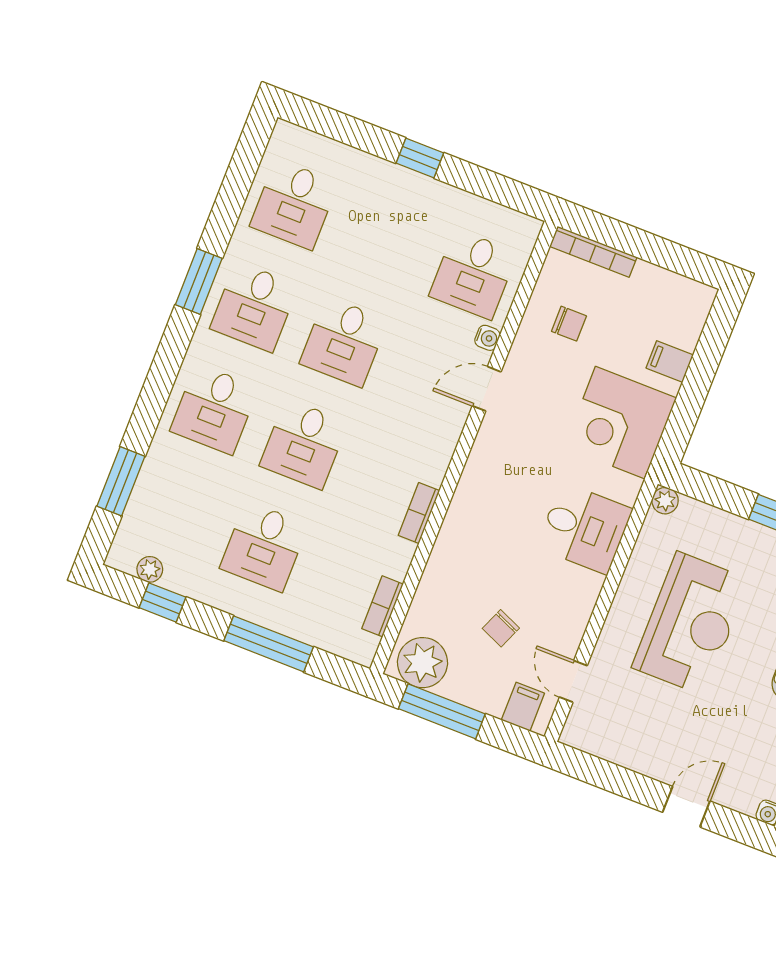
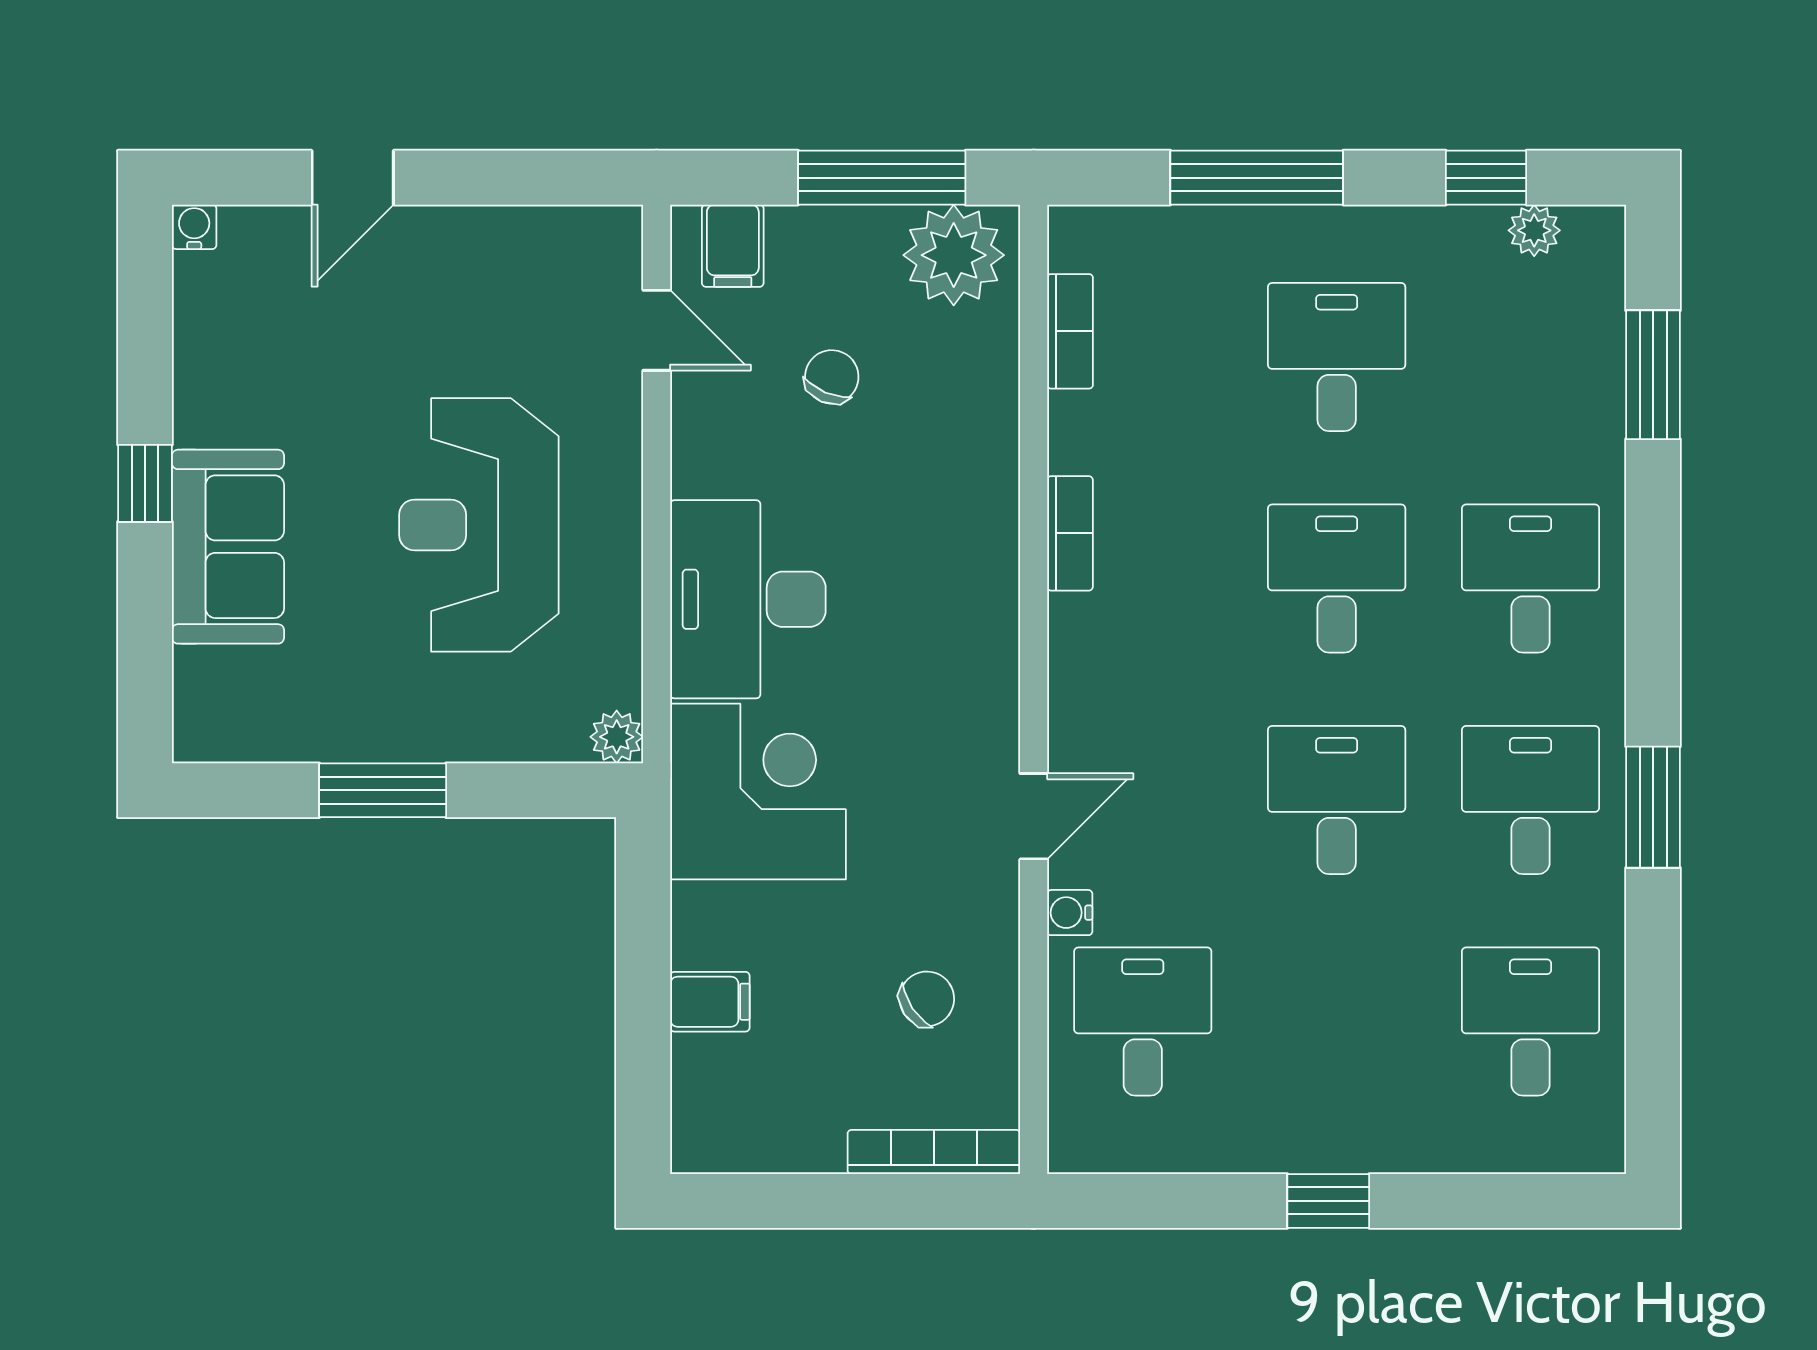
chair: (569, 324) -> (927, 999), turned 146
corner desk: (620, 423) -> (758, 792), moved
desk: (584, 528) -> (748, 599), width x1.37

